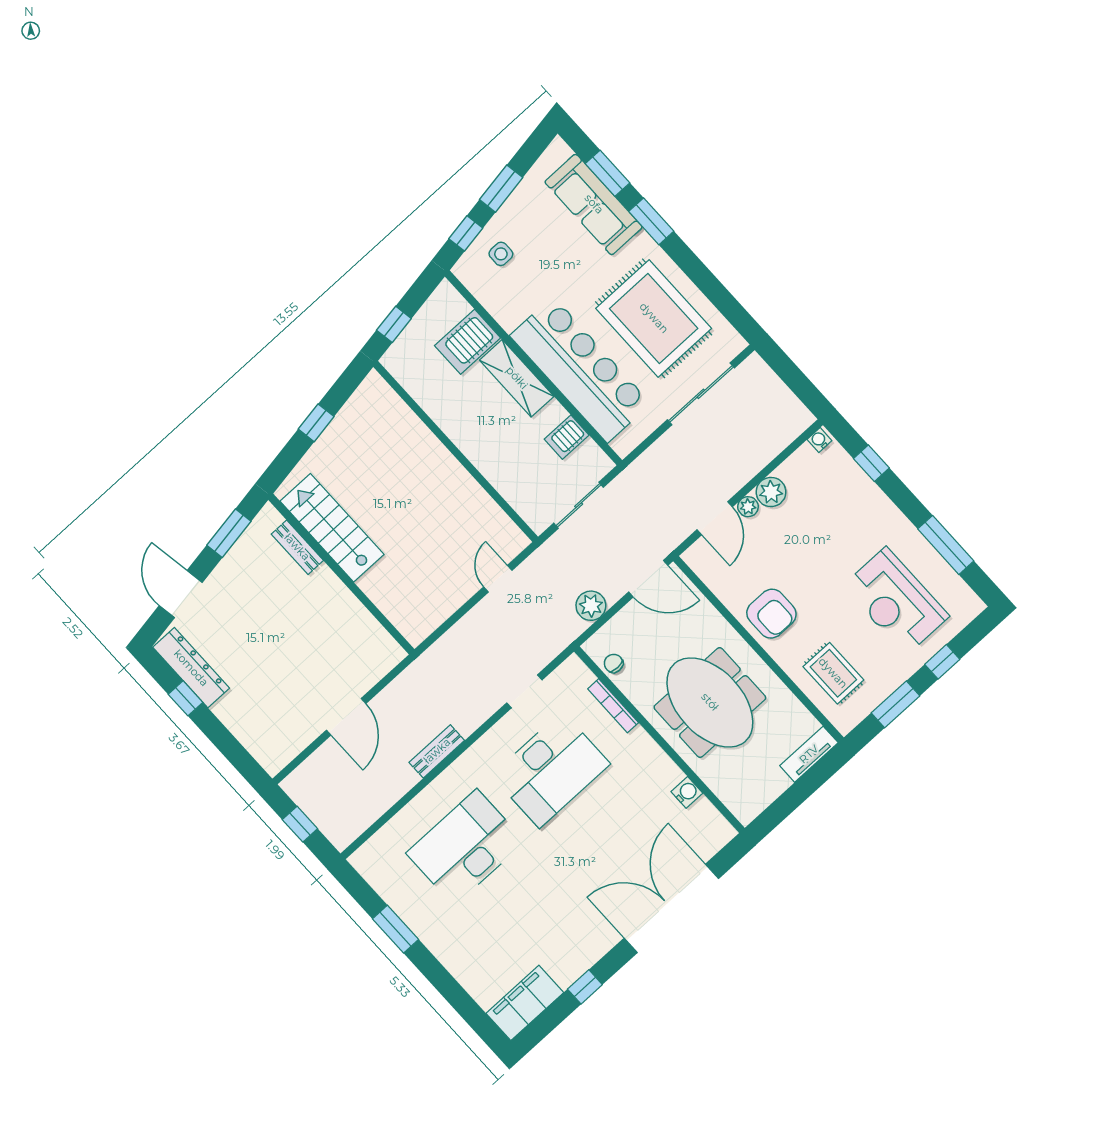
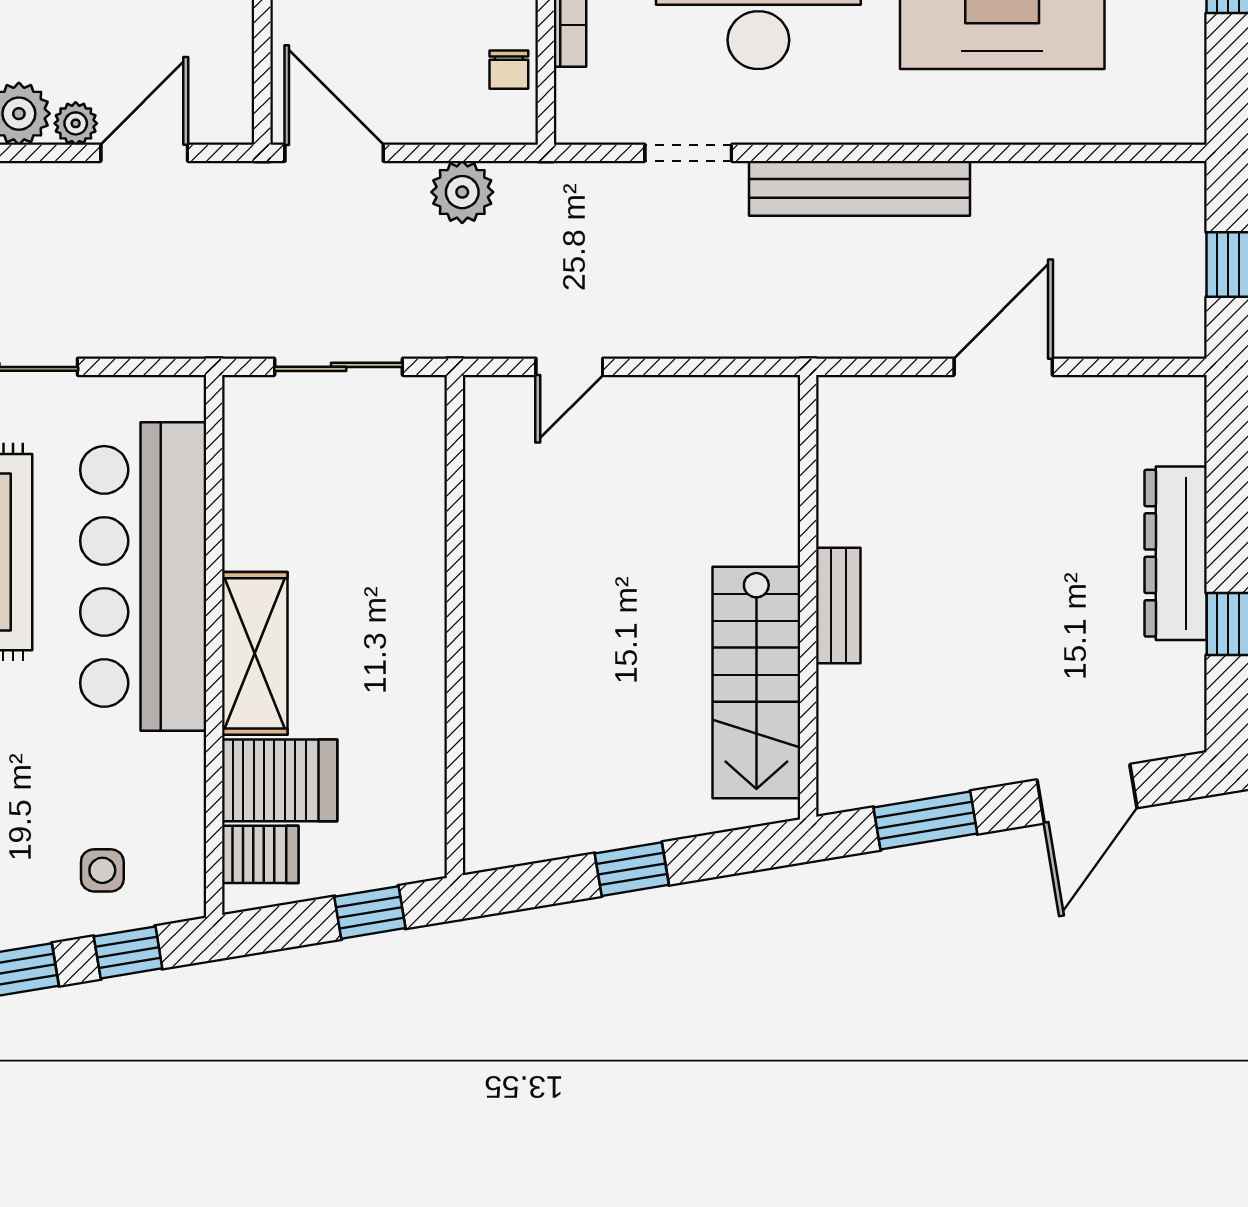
server rack: (567, 437) -> (260, 854), moved
bench: (297, 547) -> (838, 606), moved
dresser: (191, 668) -> (1176, 553), moved
bench: (437, 751) -> (859, 188), width x1.86, depth x1.21

